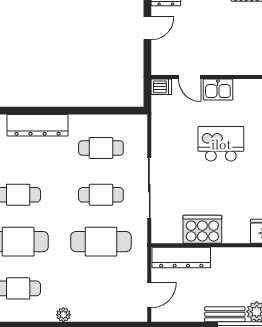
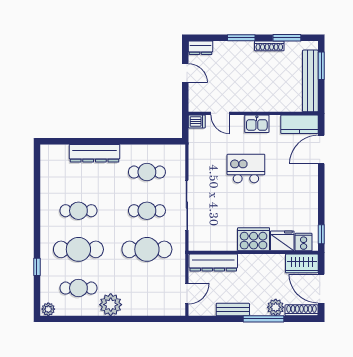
door: (147, 28) -> (185, 73), hinge flipped
kitchen sink: (218, 90) -> (257, 124), moved
cooker: (202, 229) -> (254, 239), moved
bench: (225, 314) -> (233, 309), moved
plant: (63, 315) -> (111, 305), width x1.88, depth x1.88

